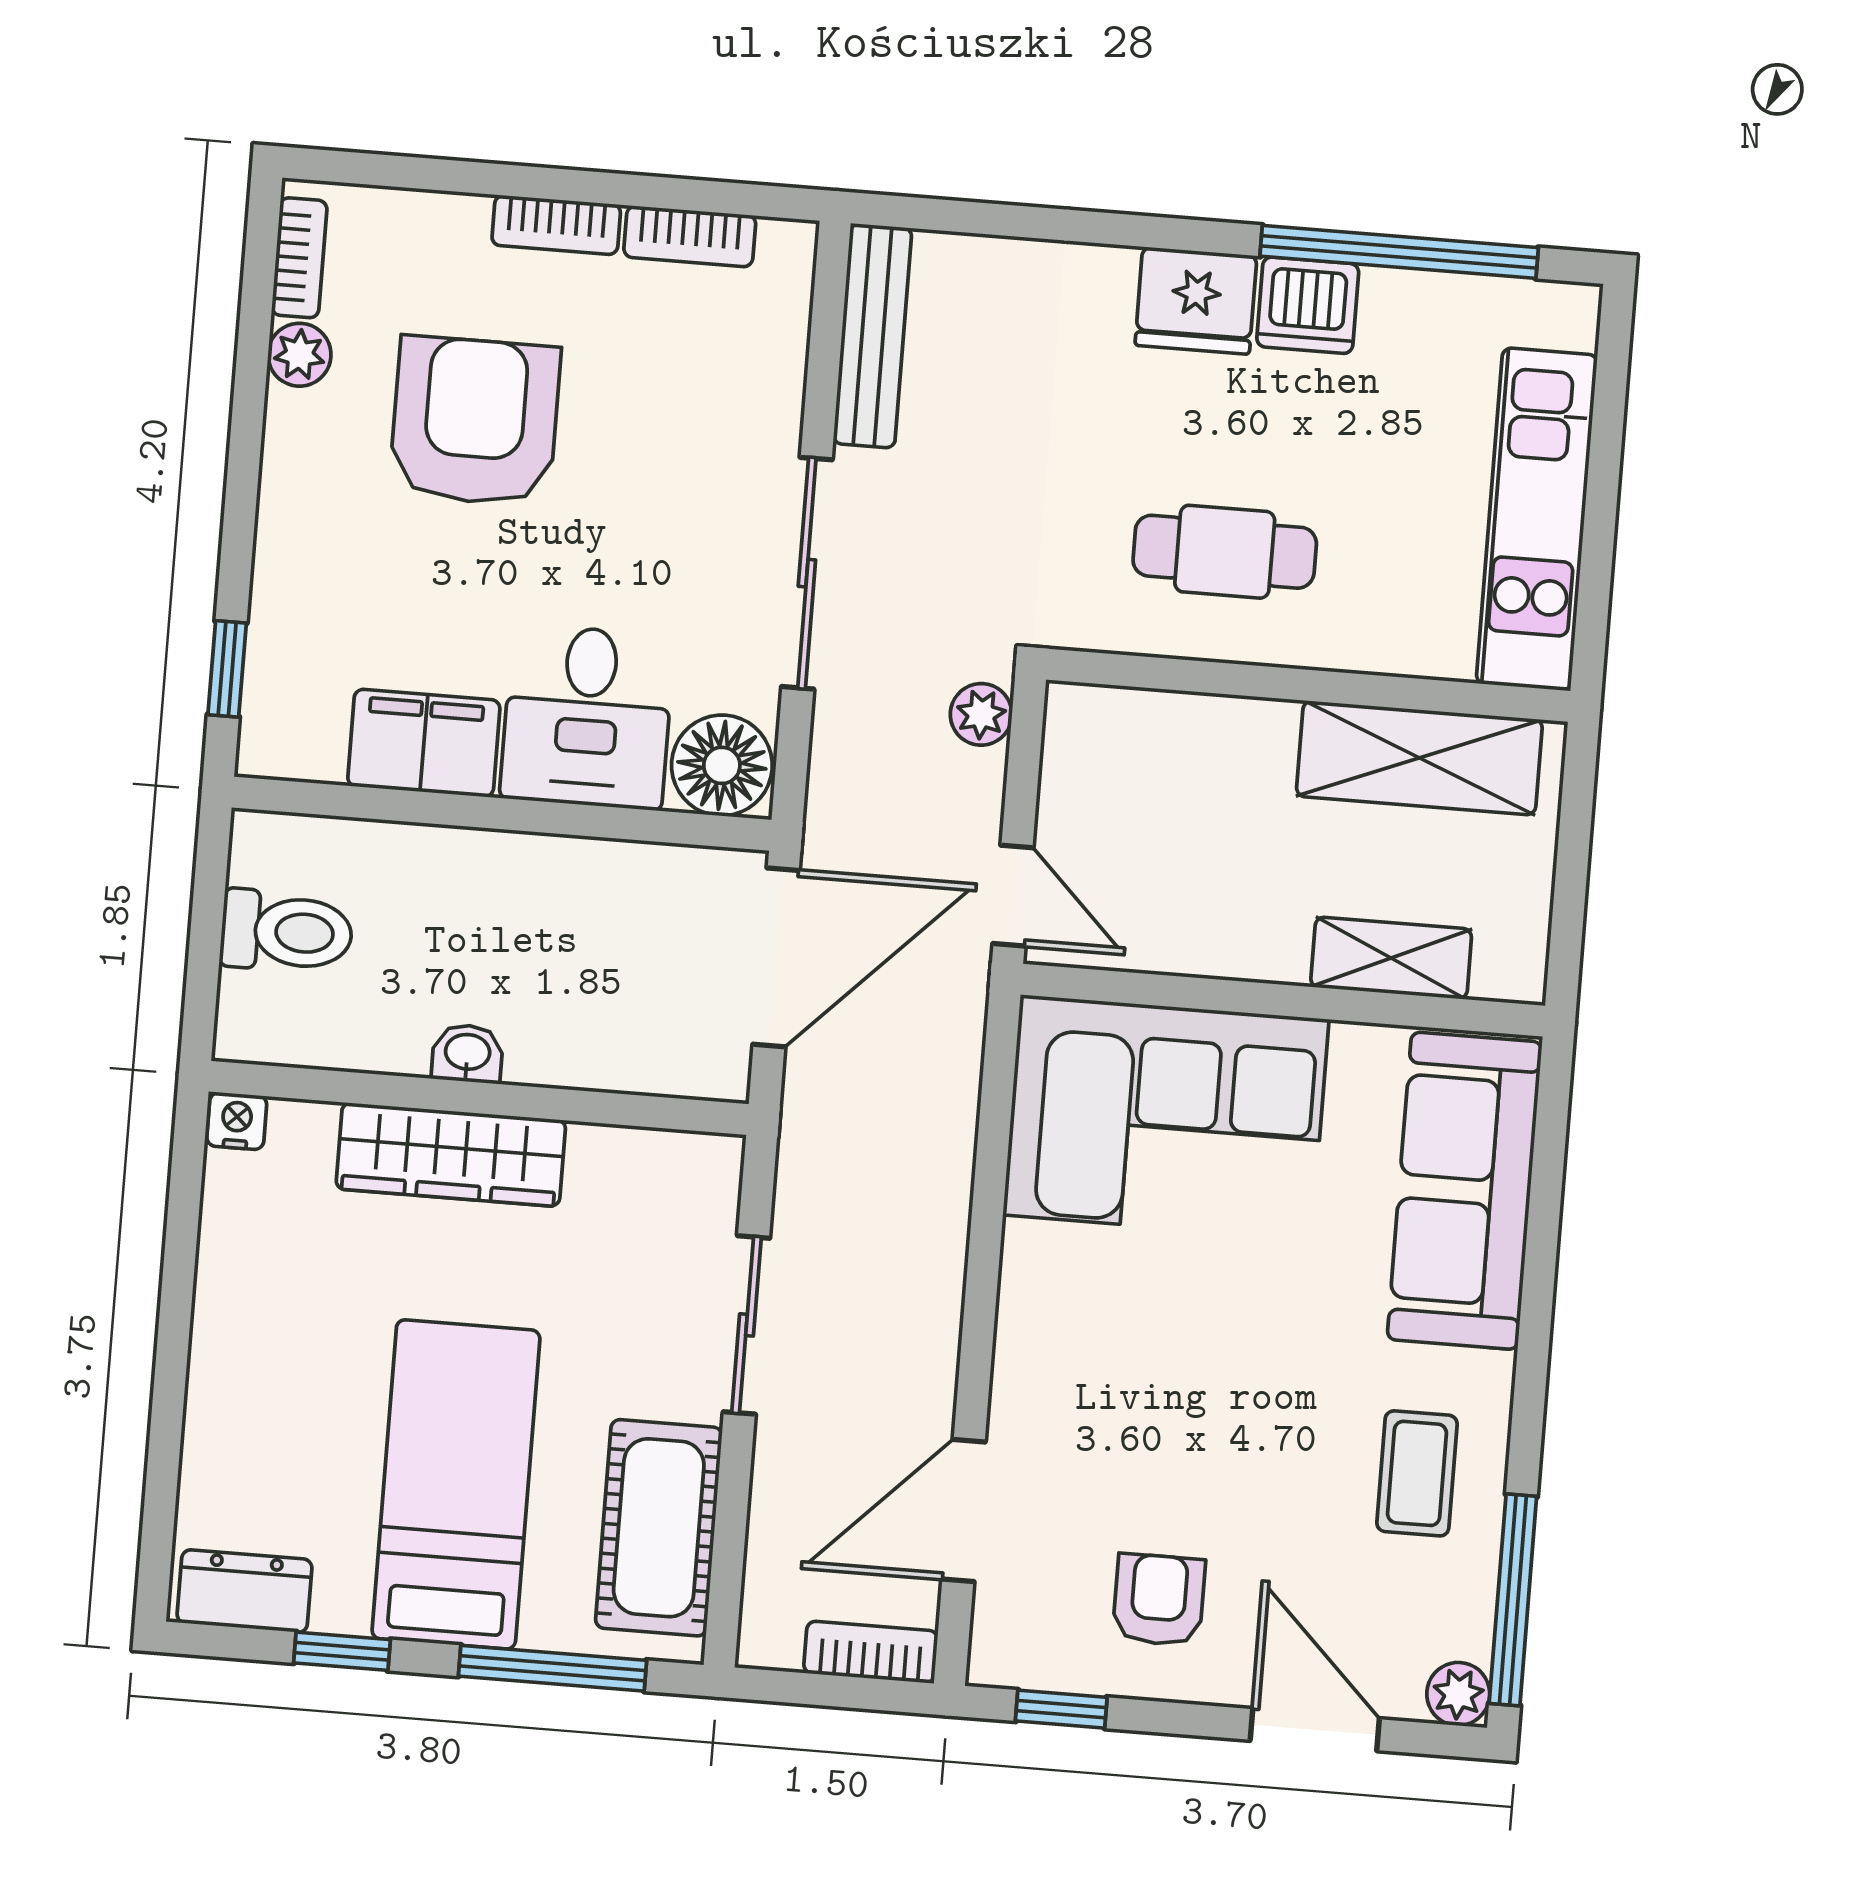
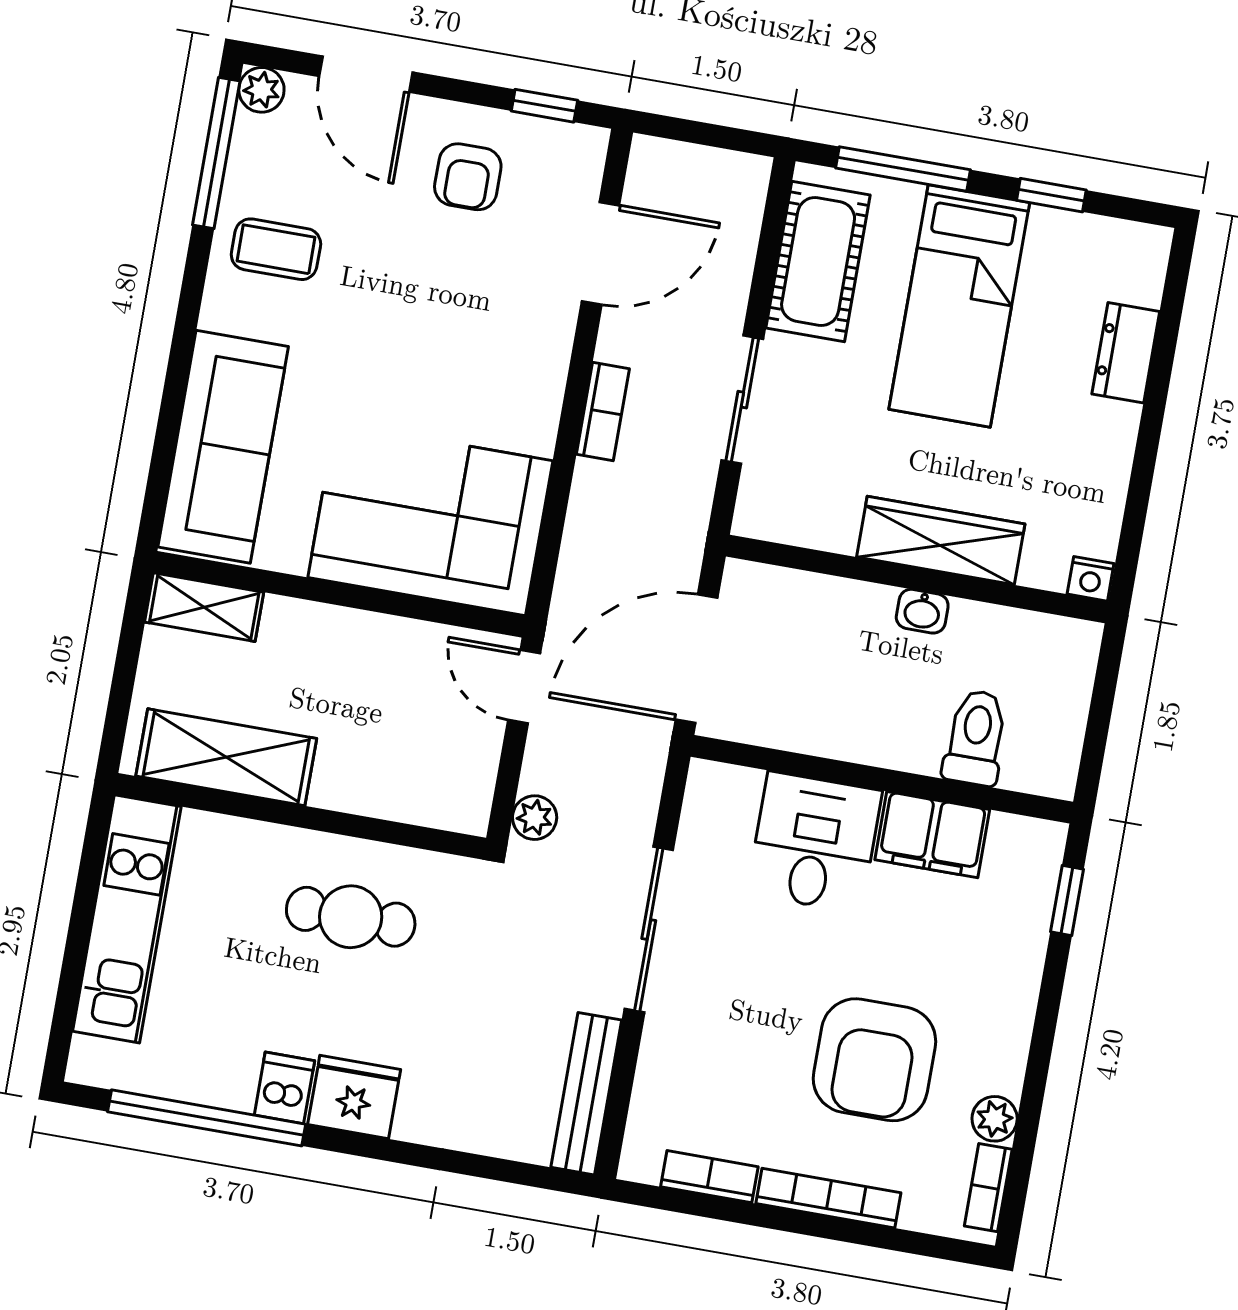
bookcase: (556, 225) -> (828, 1198), width x1.56
dishwasher: (1308, 305) -> (284, 1088), width x0.73
floor lamp: (722, 765) -> (722, 799), removed
toilet: (286, 932) -> (976, 738), moved, turned 90
shelving: (1391, 958) -> (204, 607), moved
coffee table: (1417, 1473) -> (276, 249), turned 90
dresser: (245, 1591) -> (1126, 353), moved, turned 90
bookcase: (871, 1652) -> (603, 411), moved, turned -90

